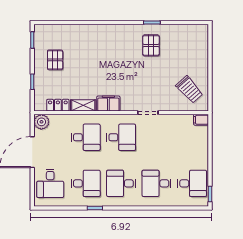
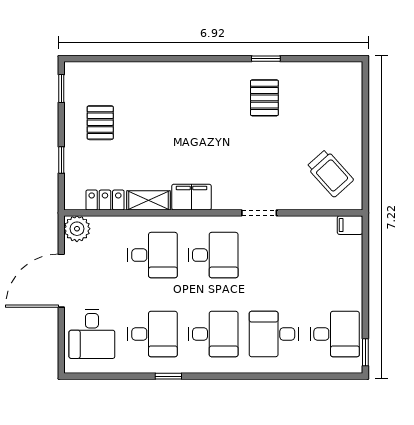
desk: (121, 183) -> (213, 334), turned 180

